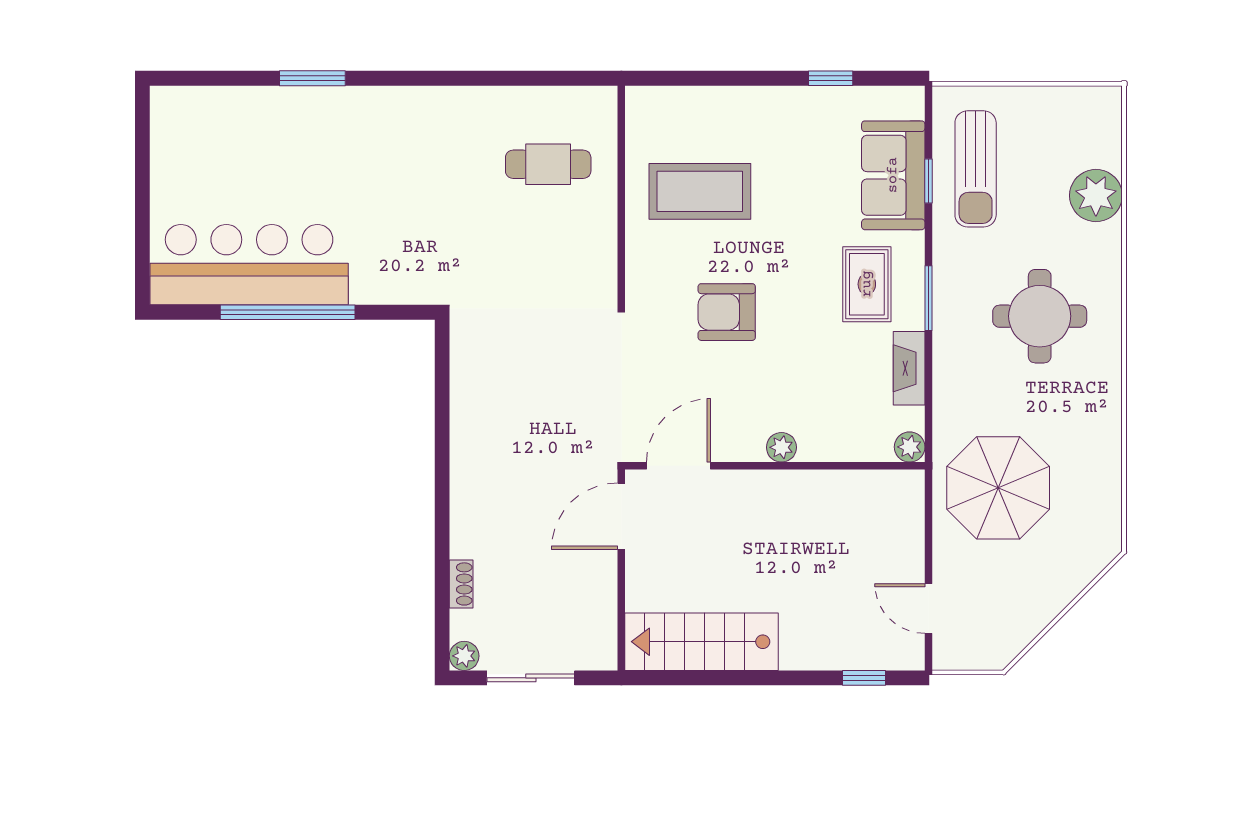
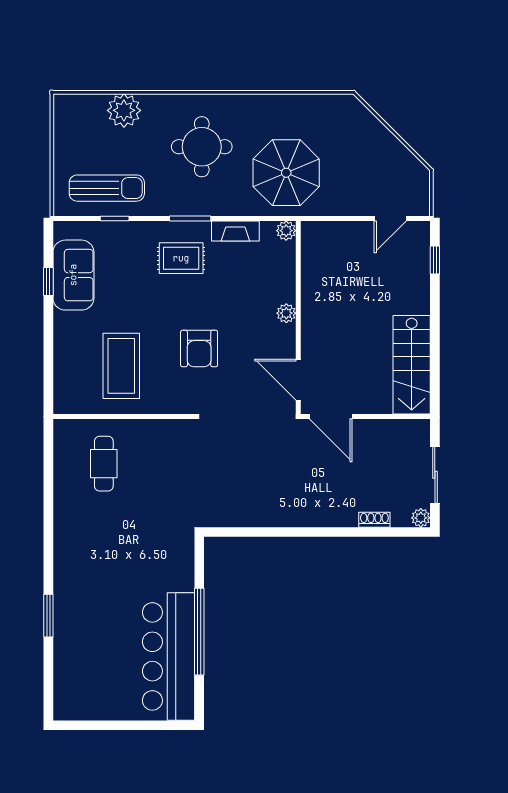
sofa: (893, 175) -> (73, 275), moved, turned -90
parasol: (998, 488) -> (286, 173), moved

